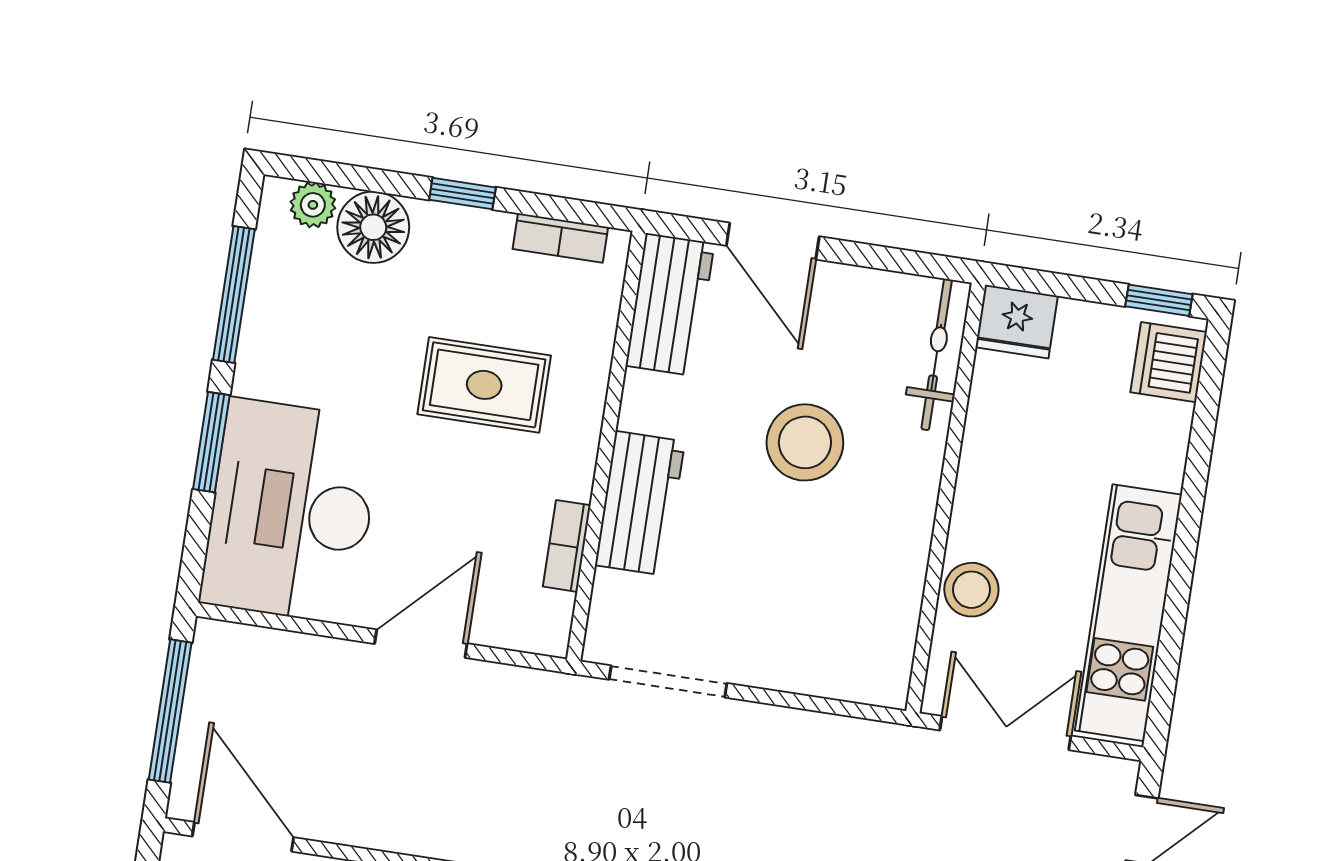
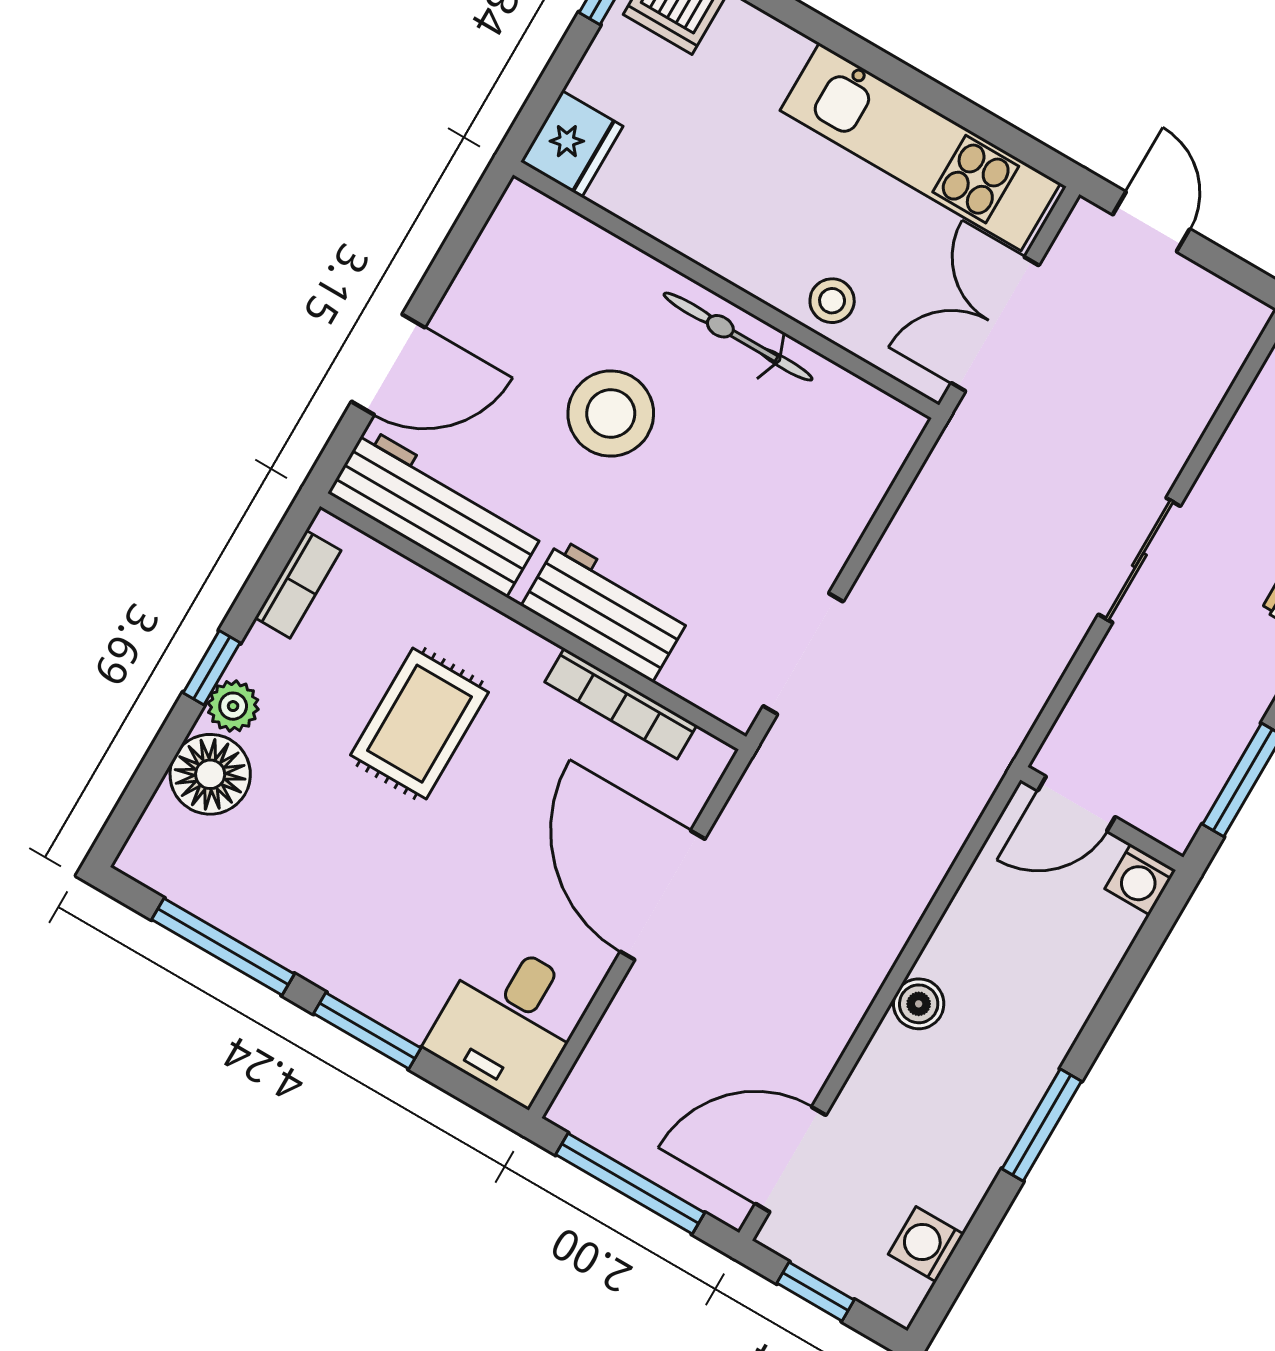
plant: (313, 205) -> (233, 706), moved
workbench: (670, 305) -> (436, 512), width x1.37
bicycle: (937, 354) -> (738, 337), moved
desk: (291, 511) -> (509, 1021), width x0.53, depth x0.77
bookcase: (567, 546) -> (621, 704), width x1.56
stool: (971, 590) -> (832, 301), width x0.73, depth x0.73
door: (421, 644) -> (663, 895), width x1.36

